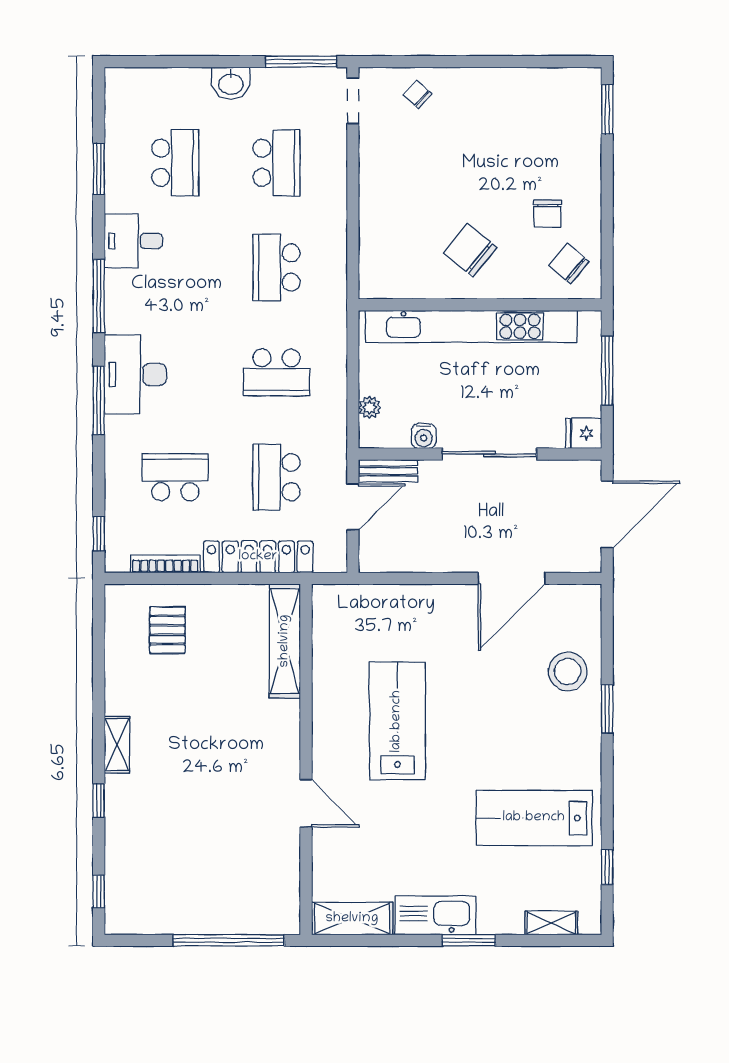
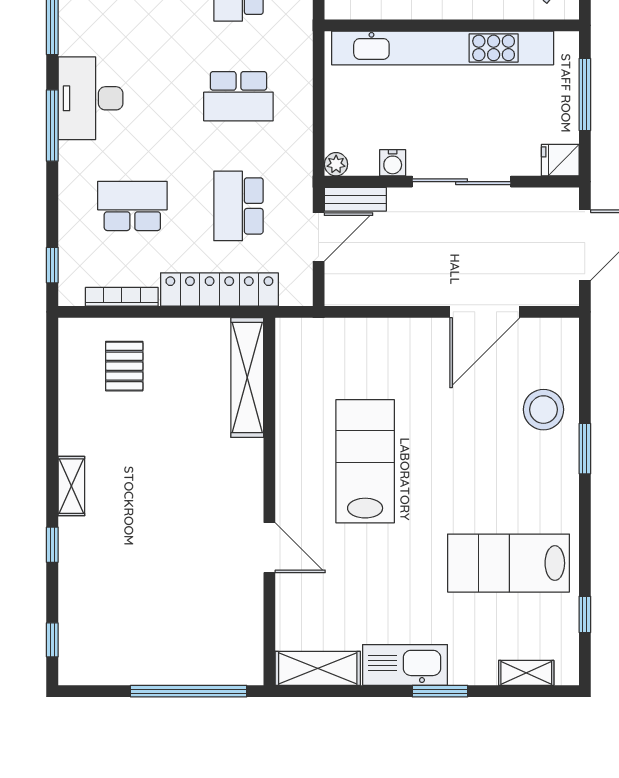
plant: (370, 407) -> (336, 164), moved

